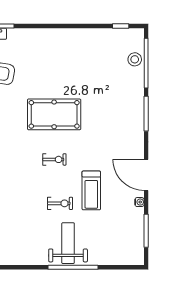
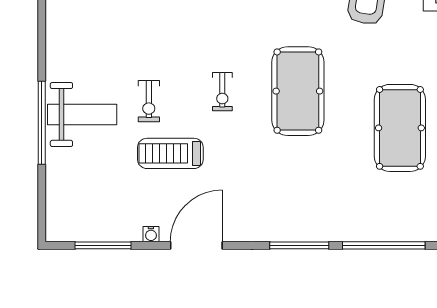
pool table: (76, 54) -> (400, 128), added
stool: (135, 59) -> (390, 226), removed

